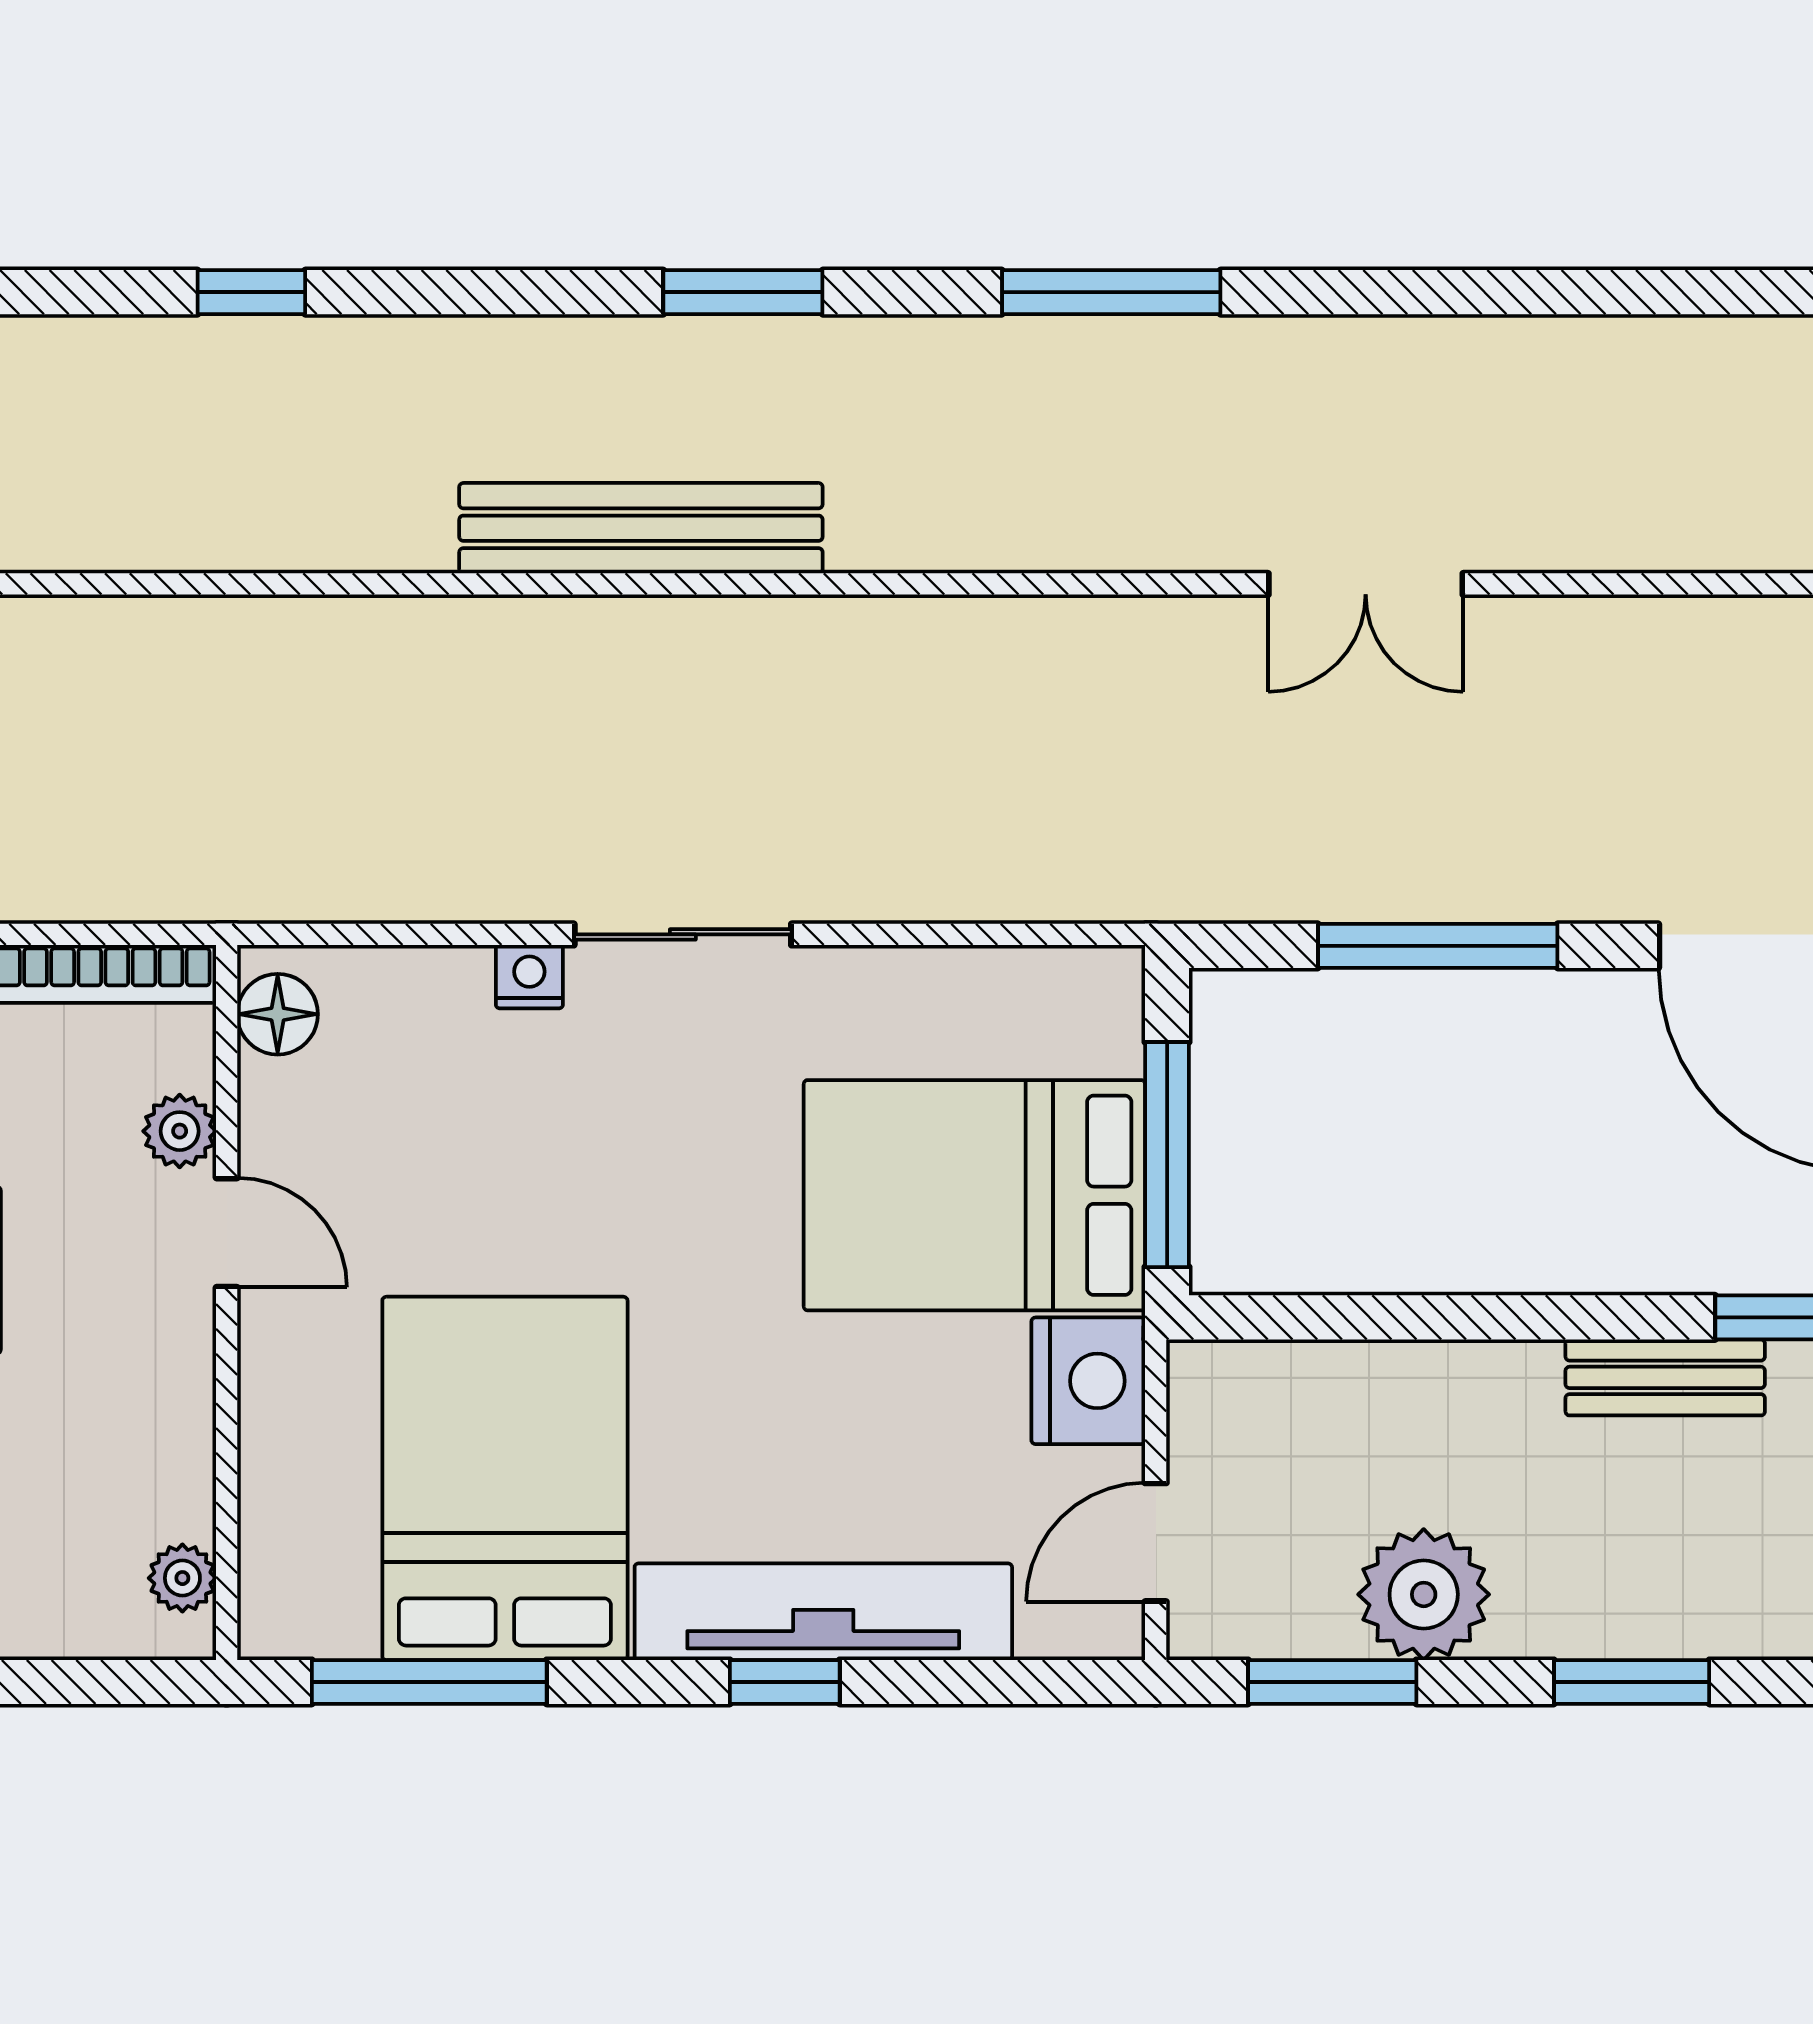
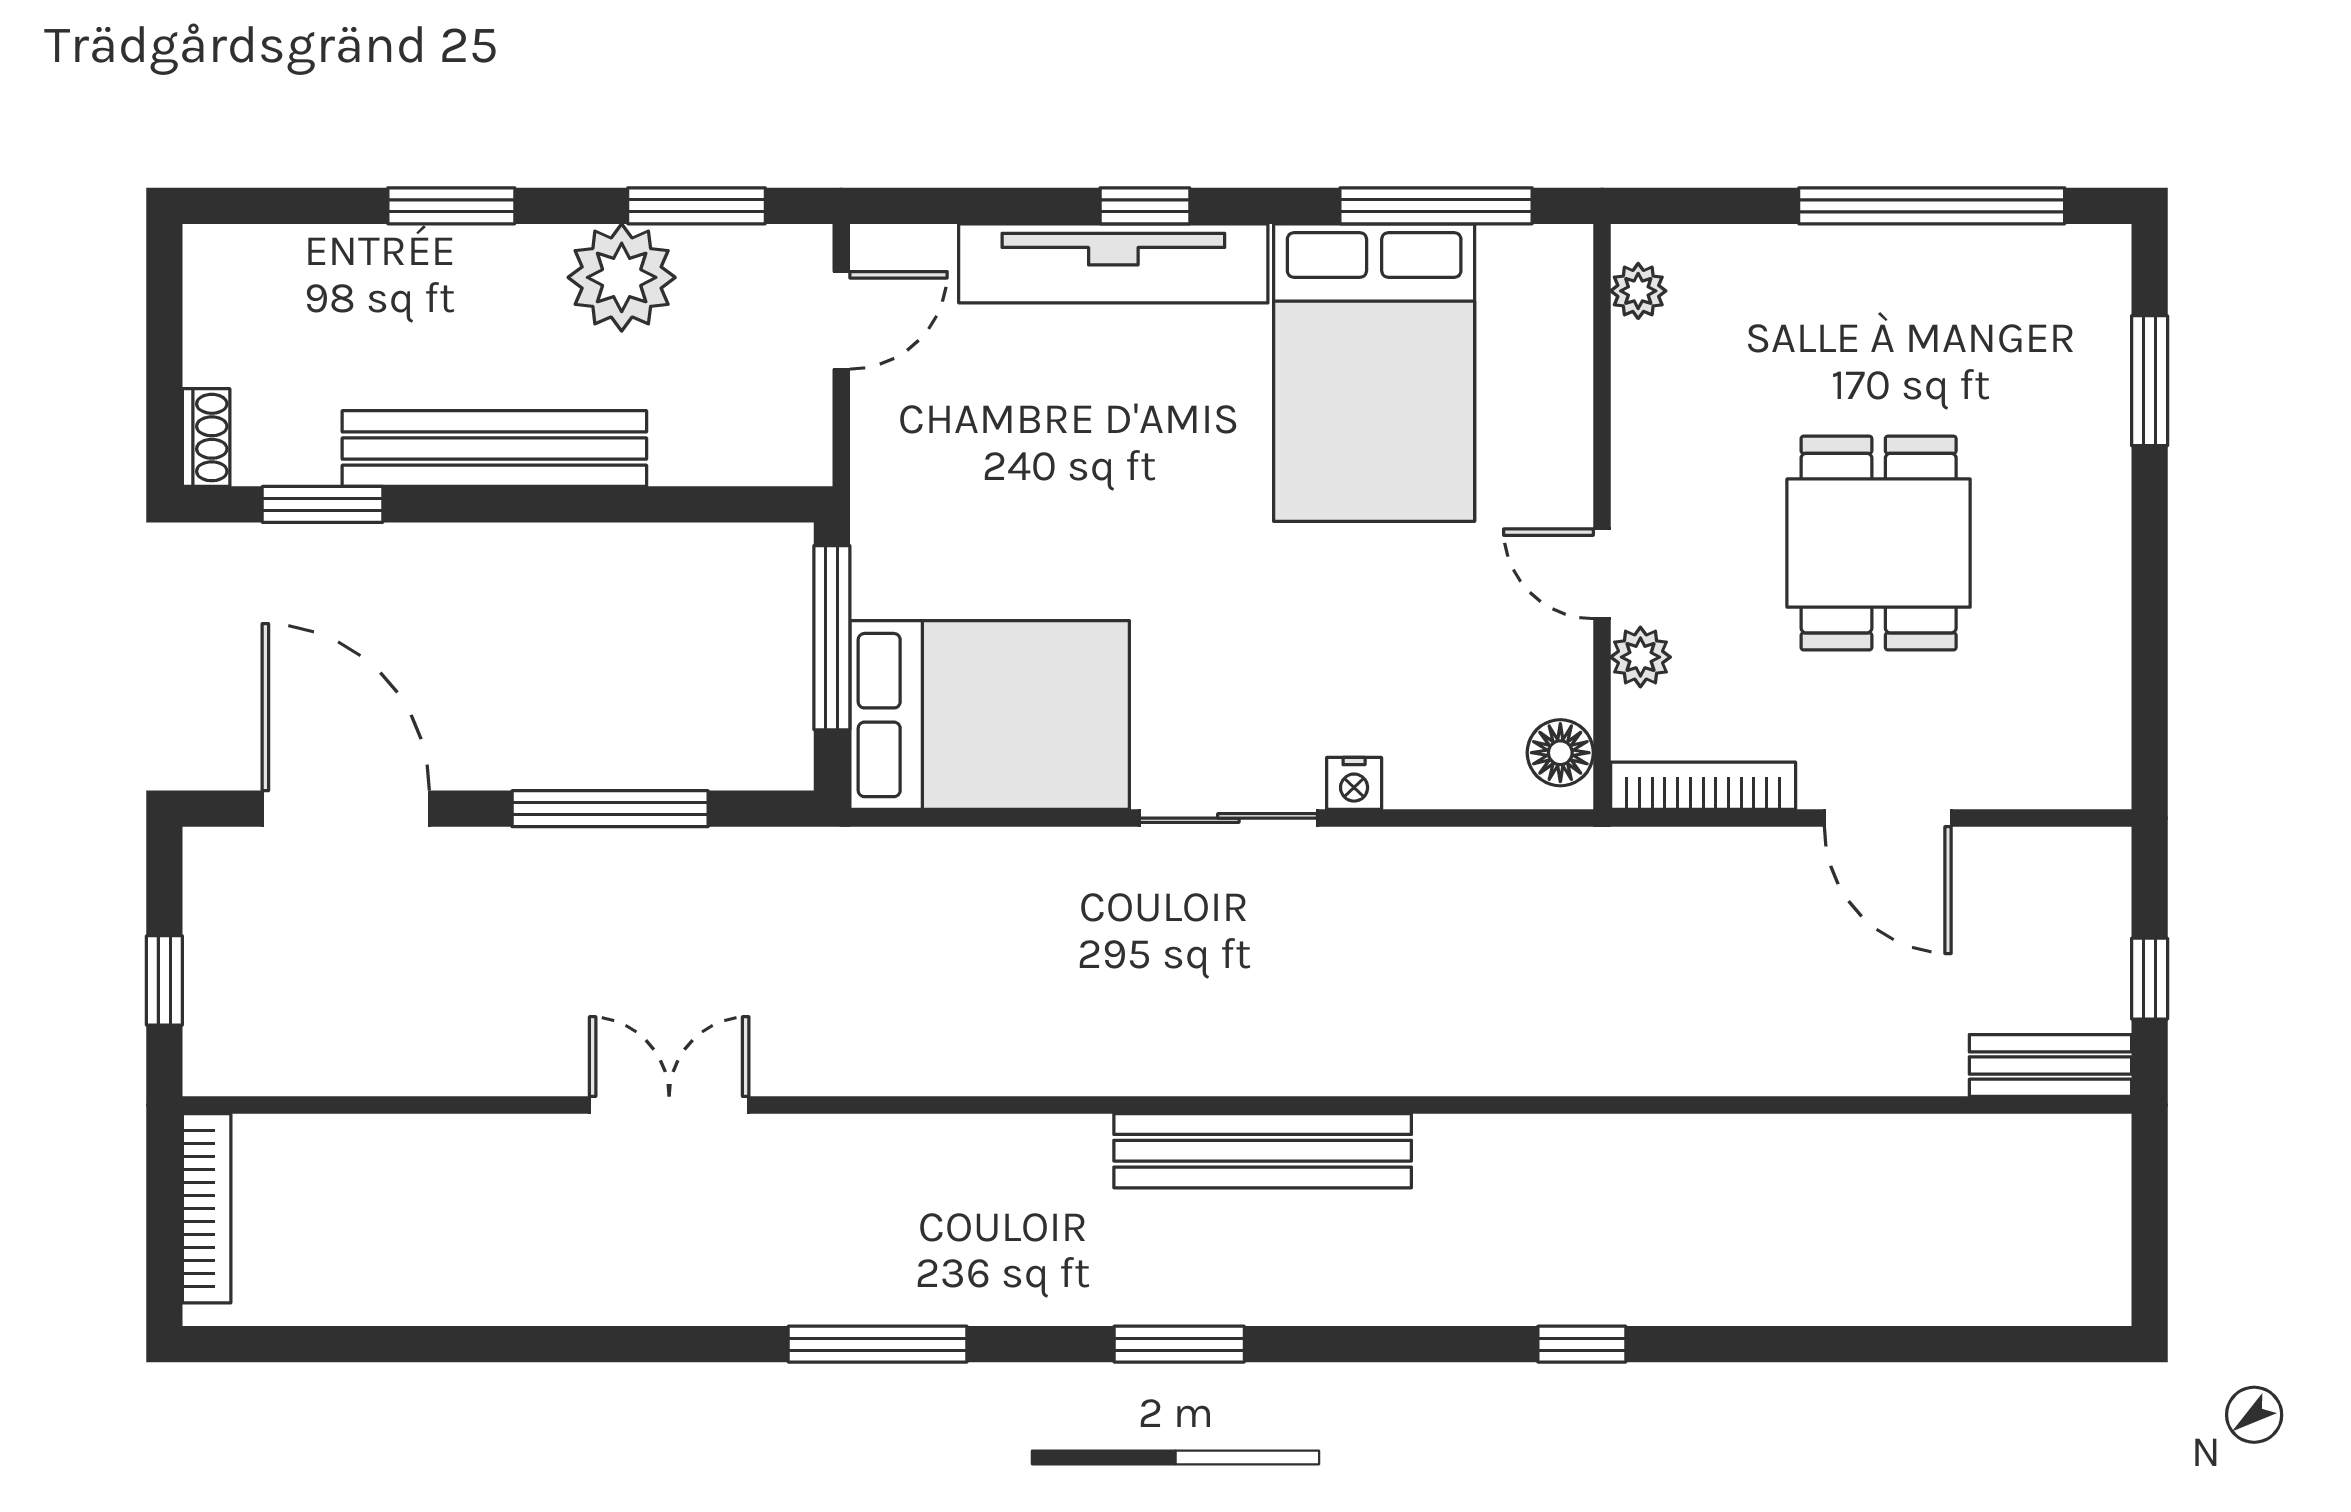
bed: (974, 1195) -> (990, 715), moved
bench: (1665, 1377) -> (494, 449), width x1.86, depth x1.21
nightstand: (1088, 1381) -> (896, 452), removed

